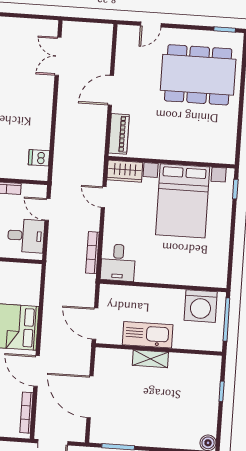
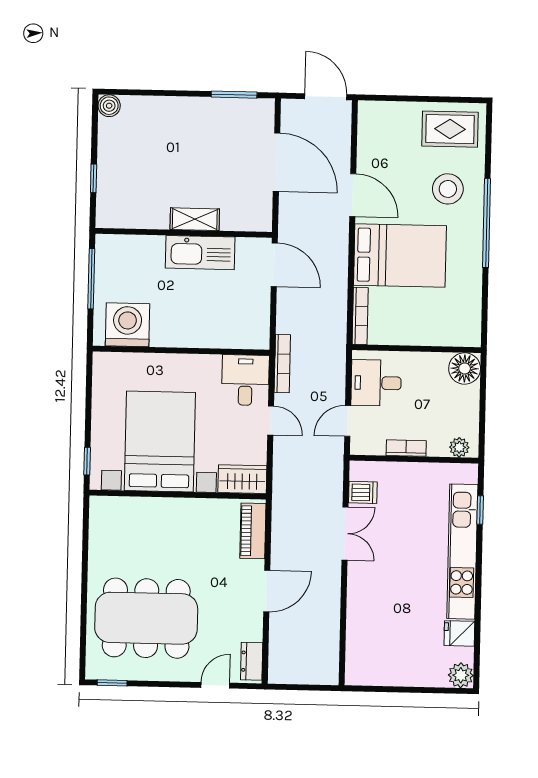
dresser: (124, 40) -> (252, 661), added
double door: (58, 56) -> (345, 534), moved
door: (104, 197) -> (271, 420), moved
door: (48, 209) -> (348, 421), swing flipped
desk: (118, 263) -> (245, 380), moved
wall: (163, 286) -> (181, 351), moved
washing machine: (201, 306) -> (127, 325), moved
bookcase: (26, 413) -> (360, 316), moved

